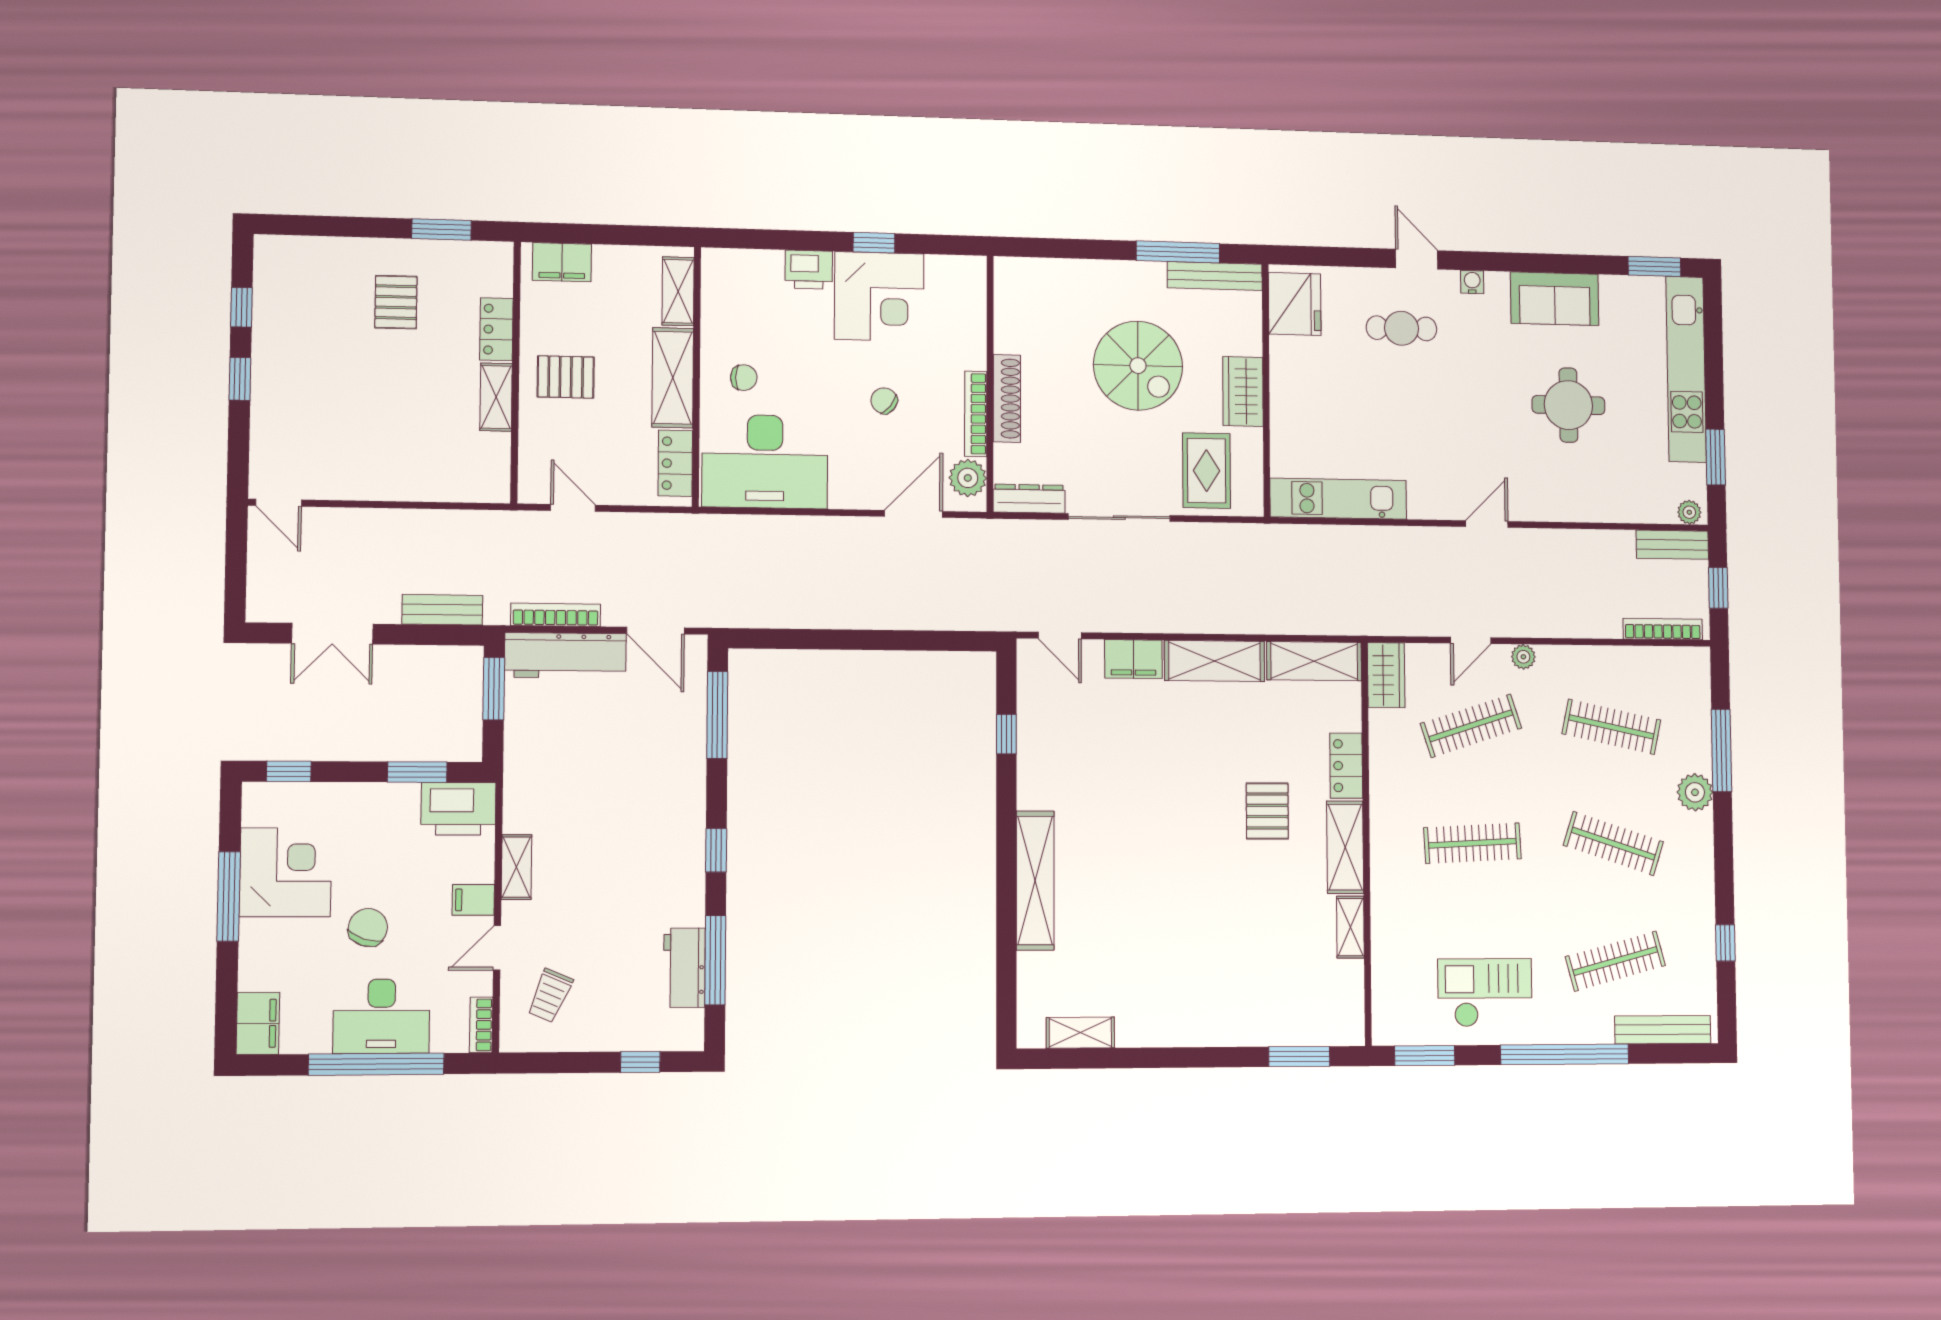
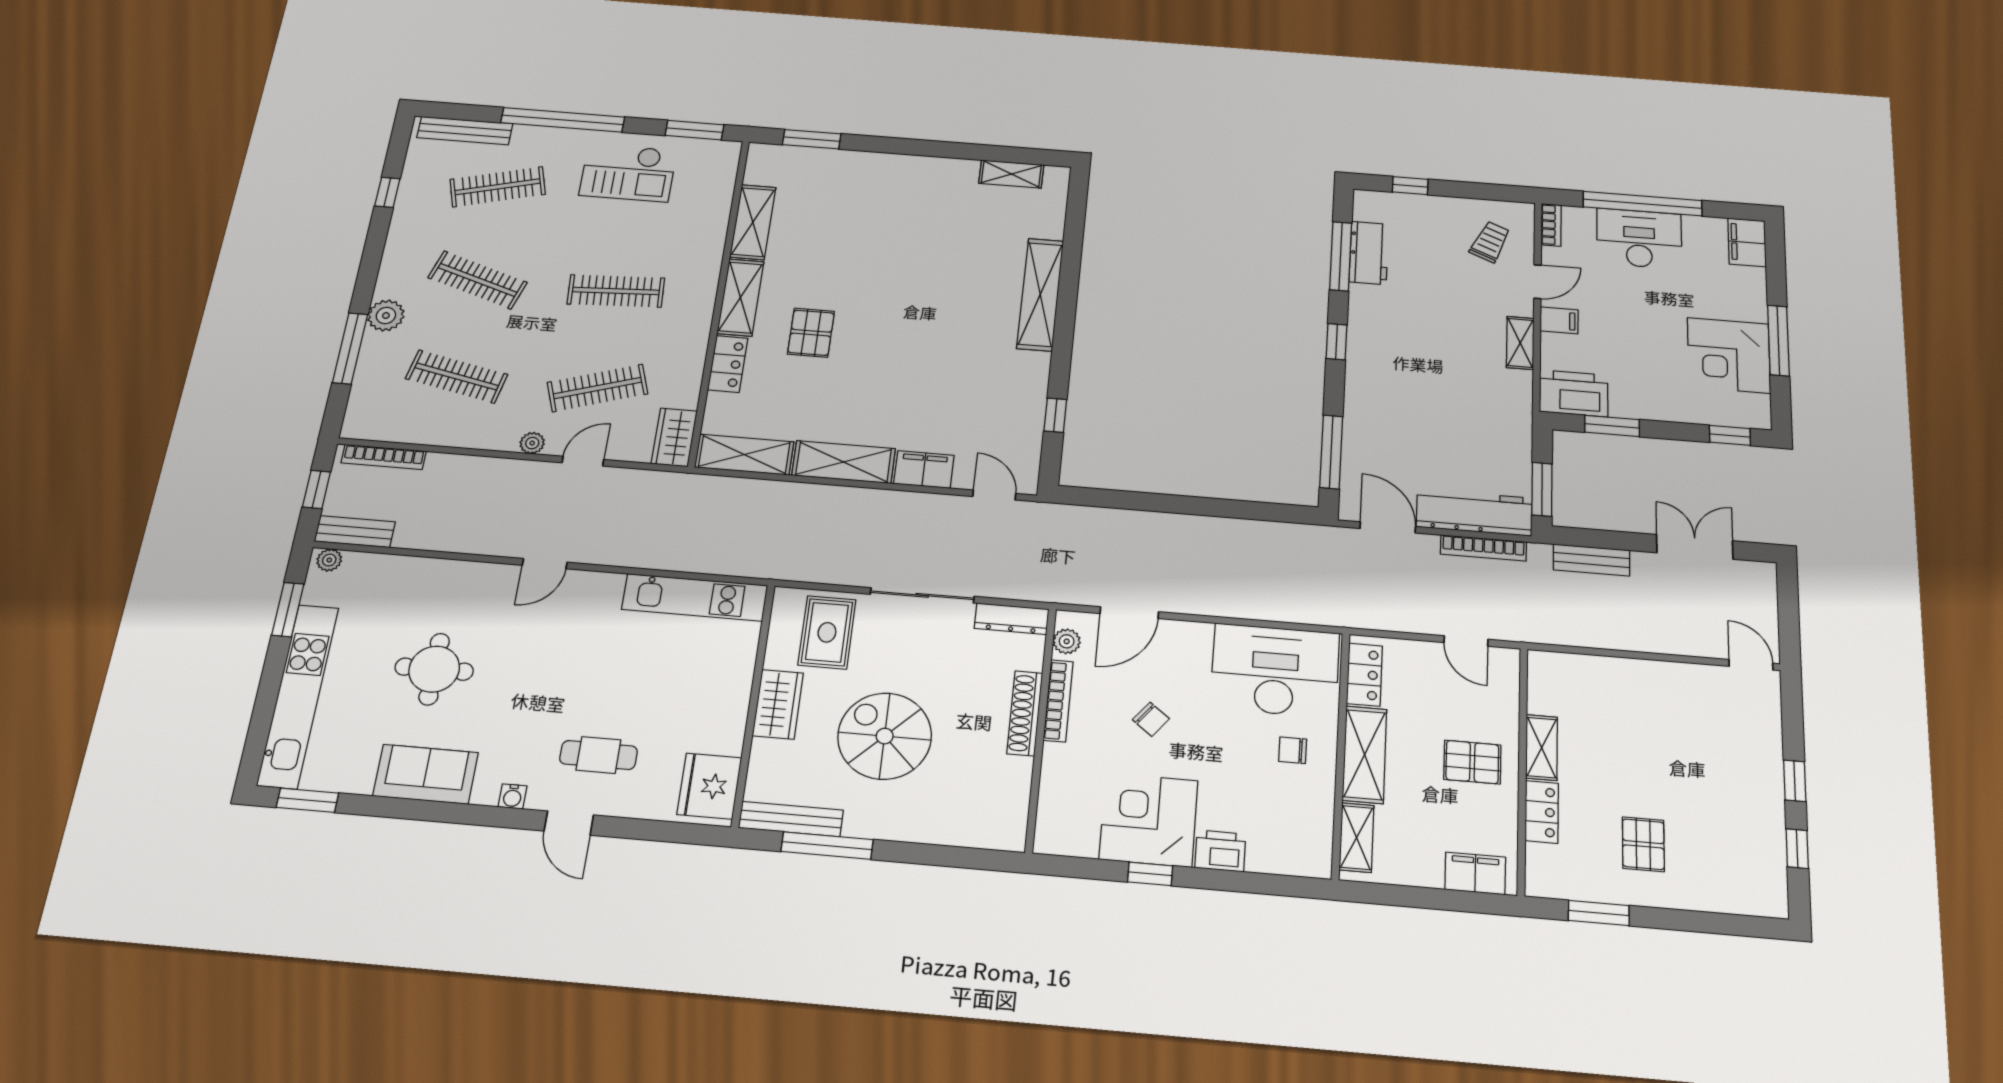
plant: (968, 478) -> (1067, 641), width x0.73, depth x0.73
shelving: (1350, 927) -> (753, 222), width x1.50, depth x1.33
chair: (368, 928) -> (1653, 307), removed

